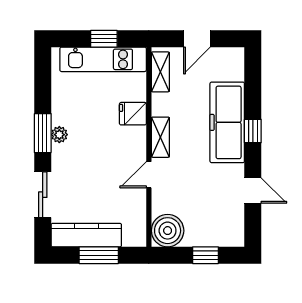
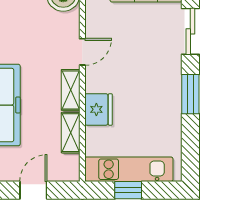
shelving: (160, 72) -> (71, 133), moved
fridge: (133, 114) -> (99, 109), width x1.38
plant: (59, 135) -> (173, 93), removed

